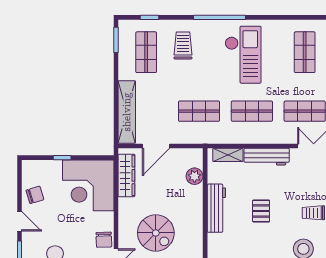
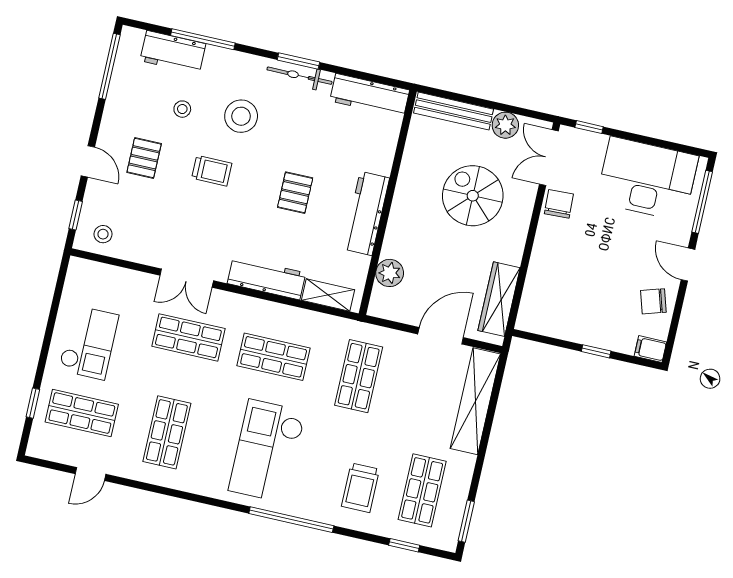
shop shelf: (199, 111) -> (359, 376), turned 90
filing cabinet: (30, 166) -> (650, 349), added
corner desk: (88, 185) -> (564, 297), removed

